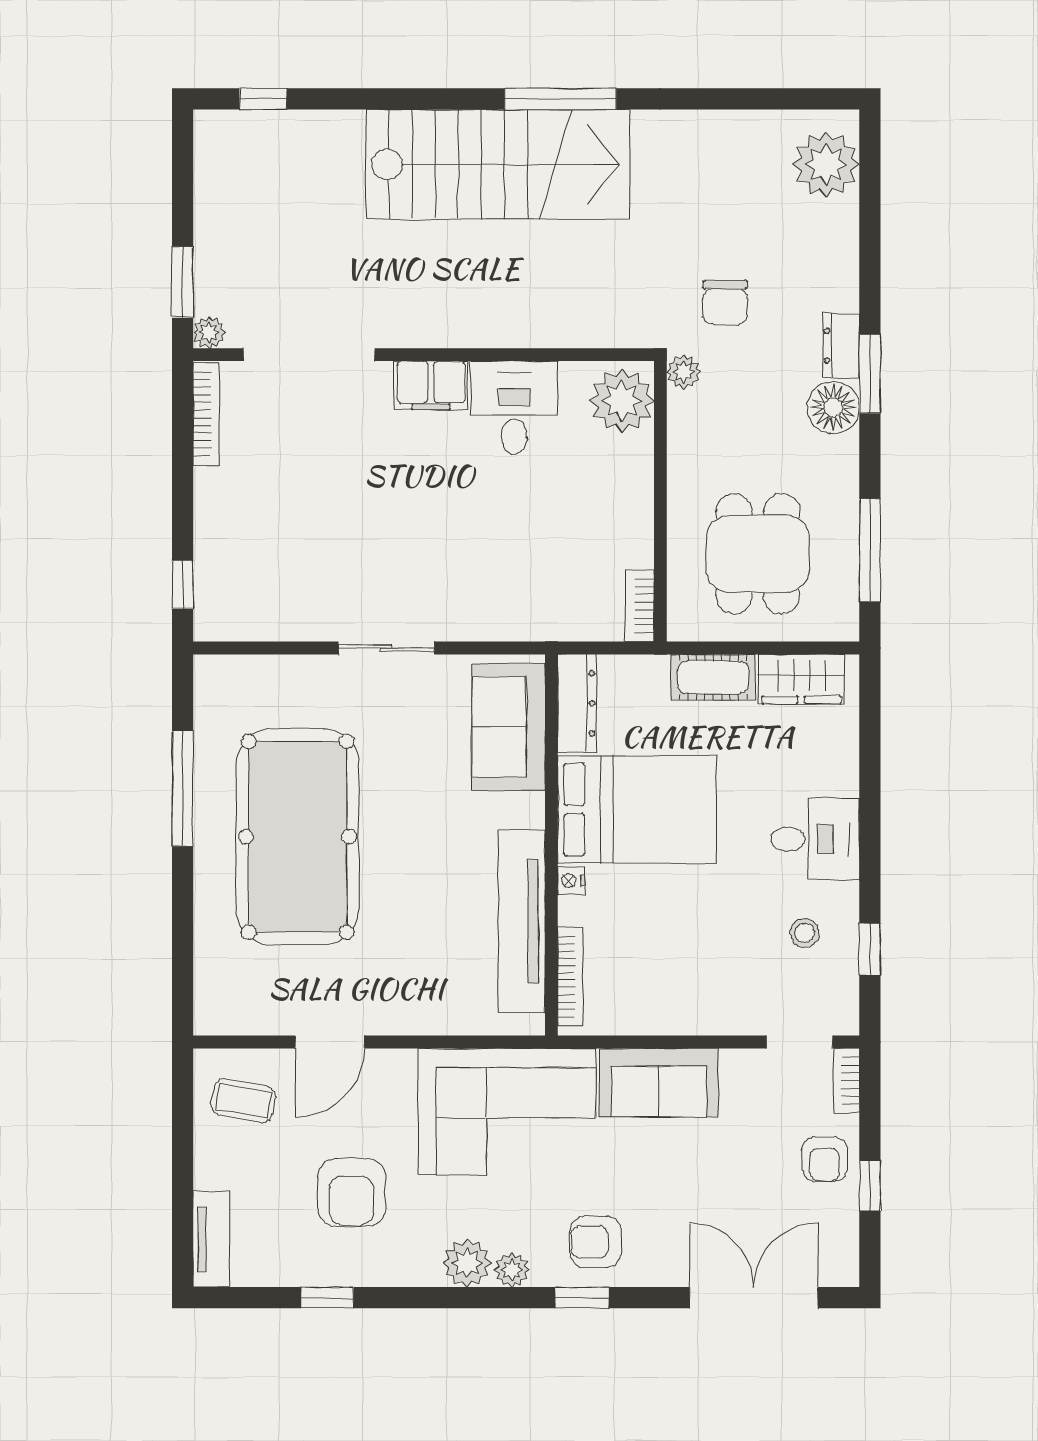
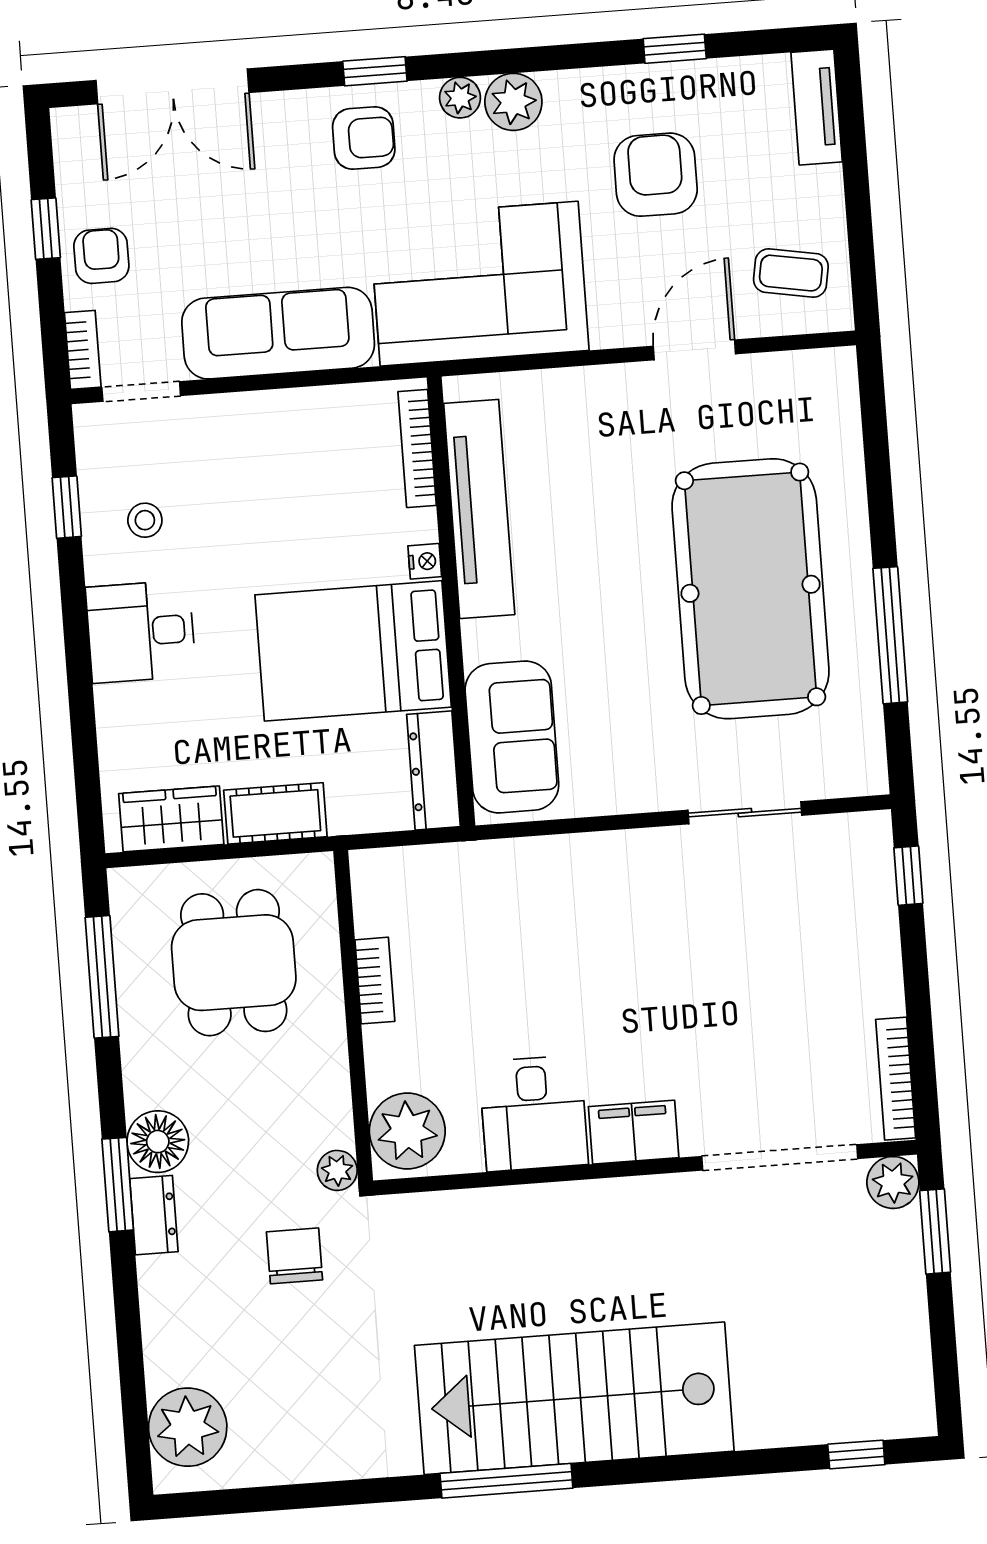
plant: (209, 332) -> (893, 1182), width x1.38, depth x1.38
bookcase: (640, 606) -> (375, 981), moved
sliding door: (386, 648) -> (745, 813), moved
sofa: (659, 1083) -> (278, 333), width x1.36

